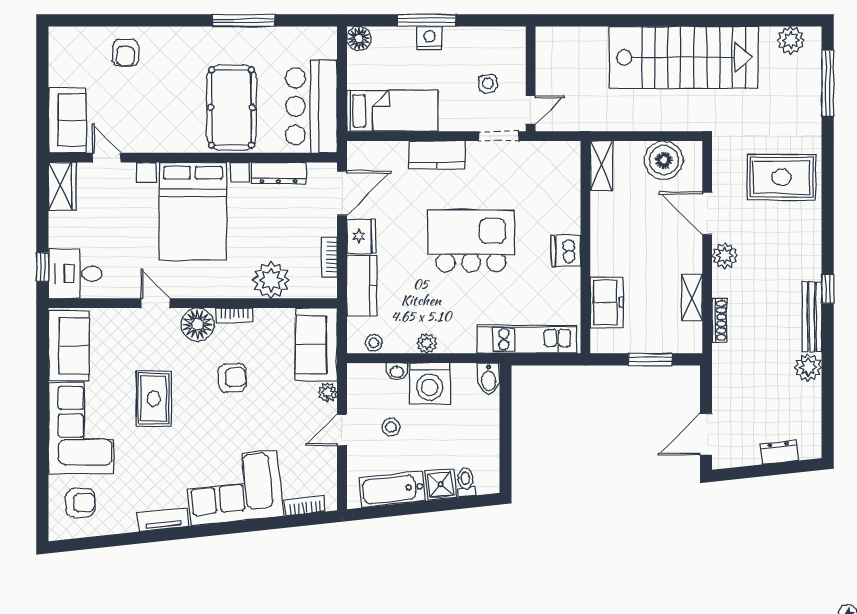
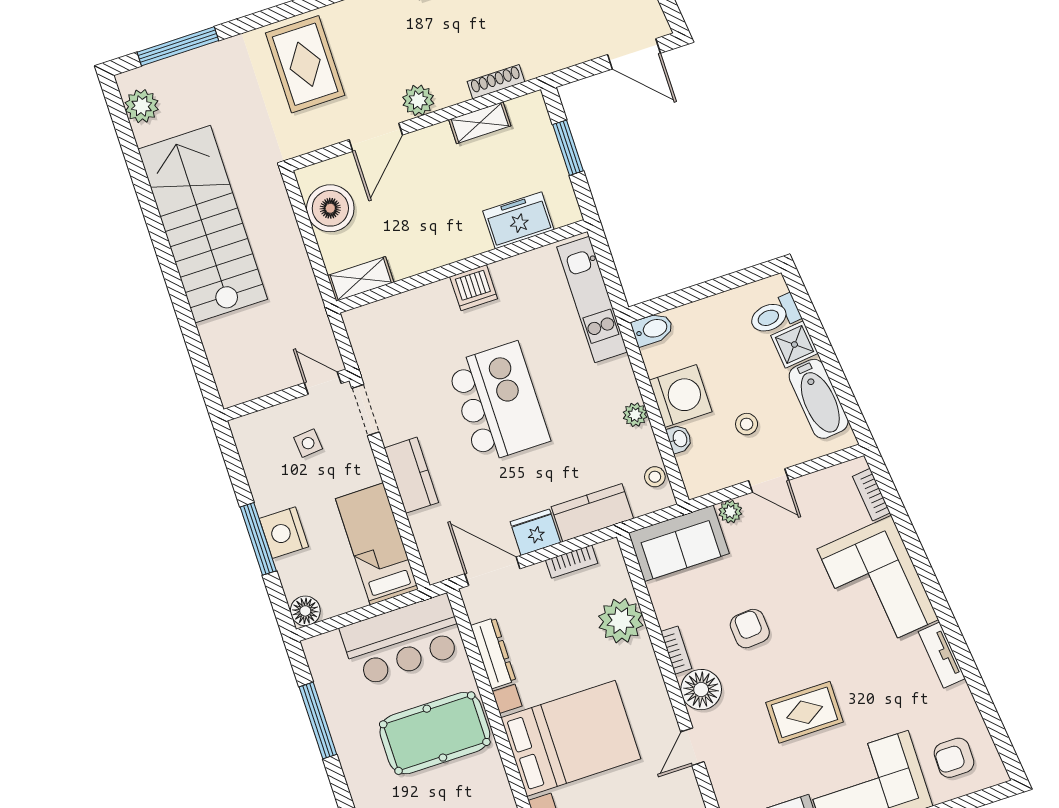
window: (244, 20) -> (318, 721), moved
nightstand: (429, 38) -> (284, 533), width x1.36, depth x1.33
kitchen island: (471, 241) -> (499, 402), turned 180
toilet: (466, 482) -> (774, 315), width x1.37, depth x1.39
armchair: (80, 503) -> (954, 758), turned -90

